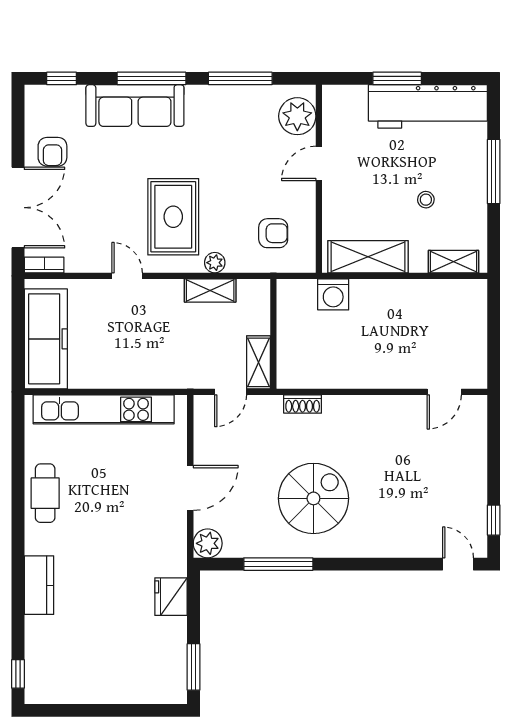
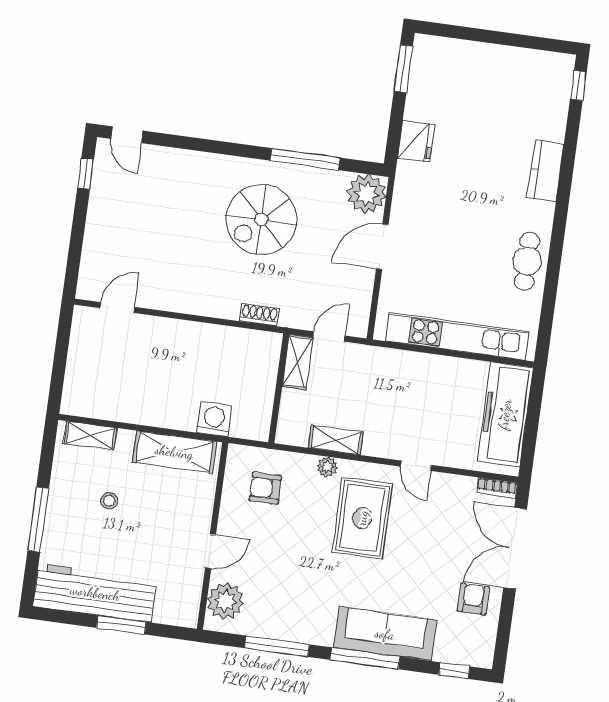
plant: (208, 543) -> (367, 194), width x1.36, depth x1.36

